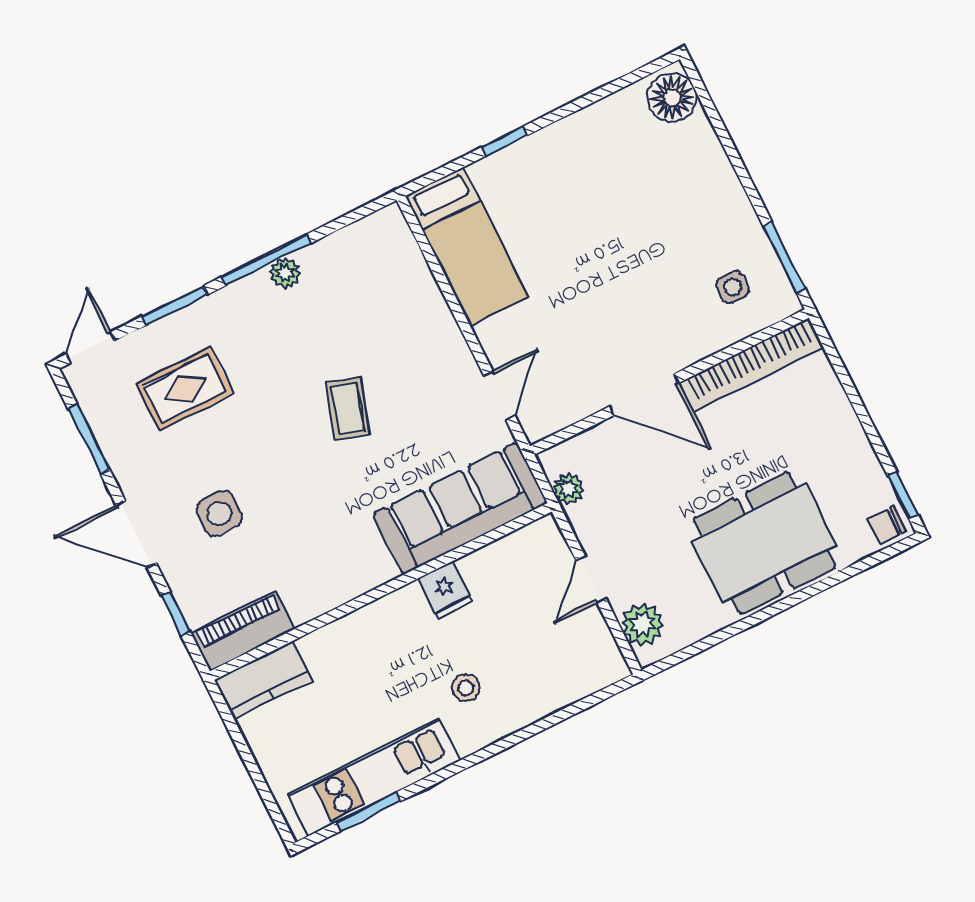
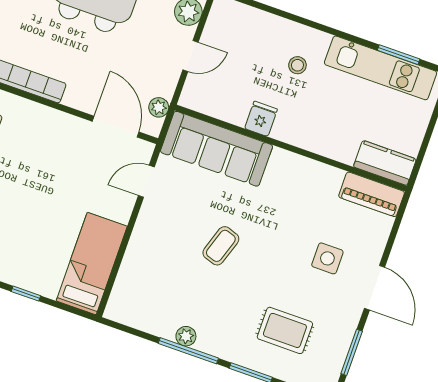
door: (644, 395) -> (116, 127), moved
window: (176, 614) -> (394, 233), removed

